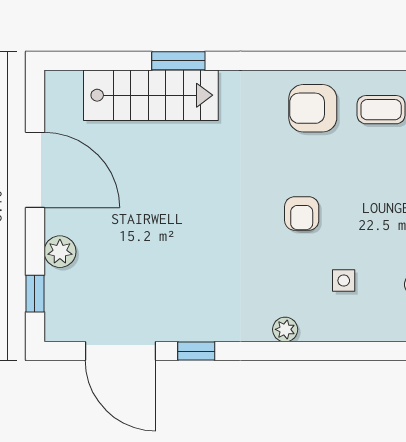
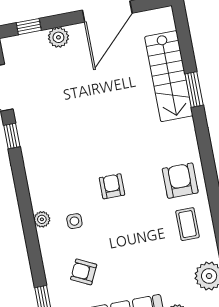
armchair: (302, 213) -> (112, 186), turned 90
plant: (285, 329) -> (42, 219), moved

